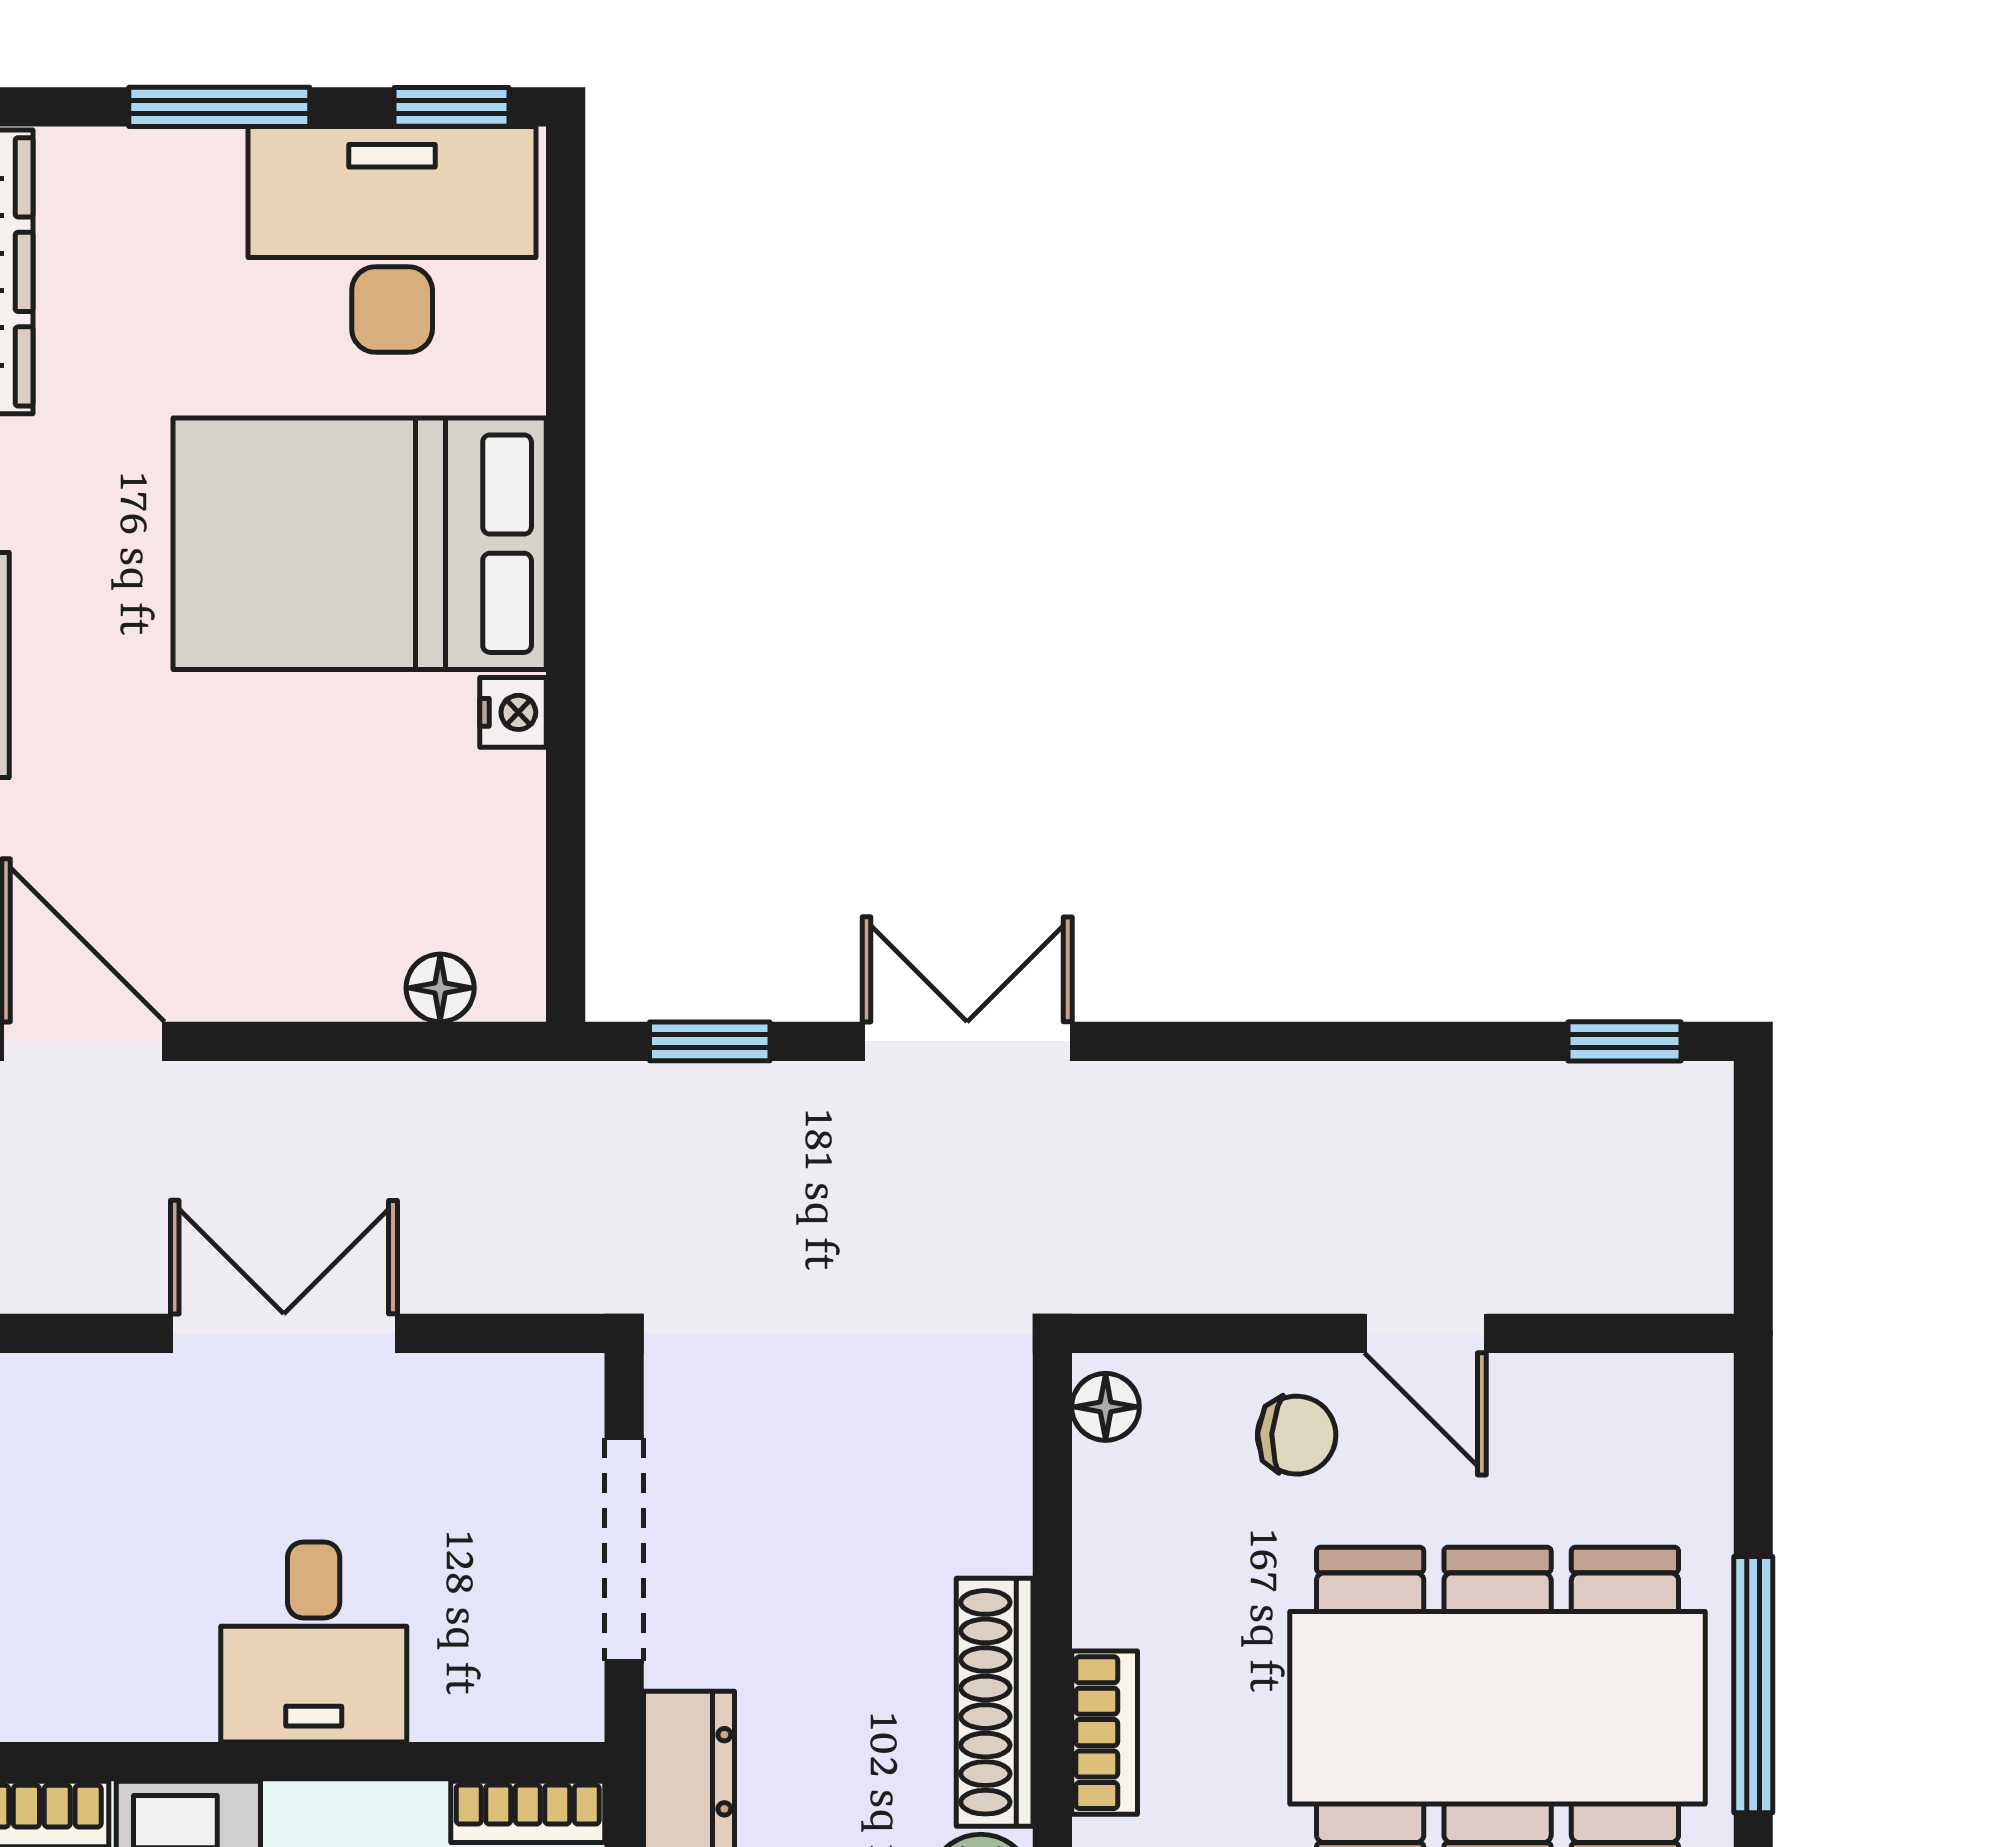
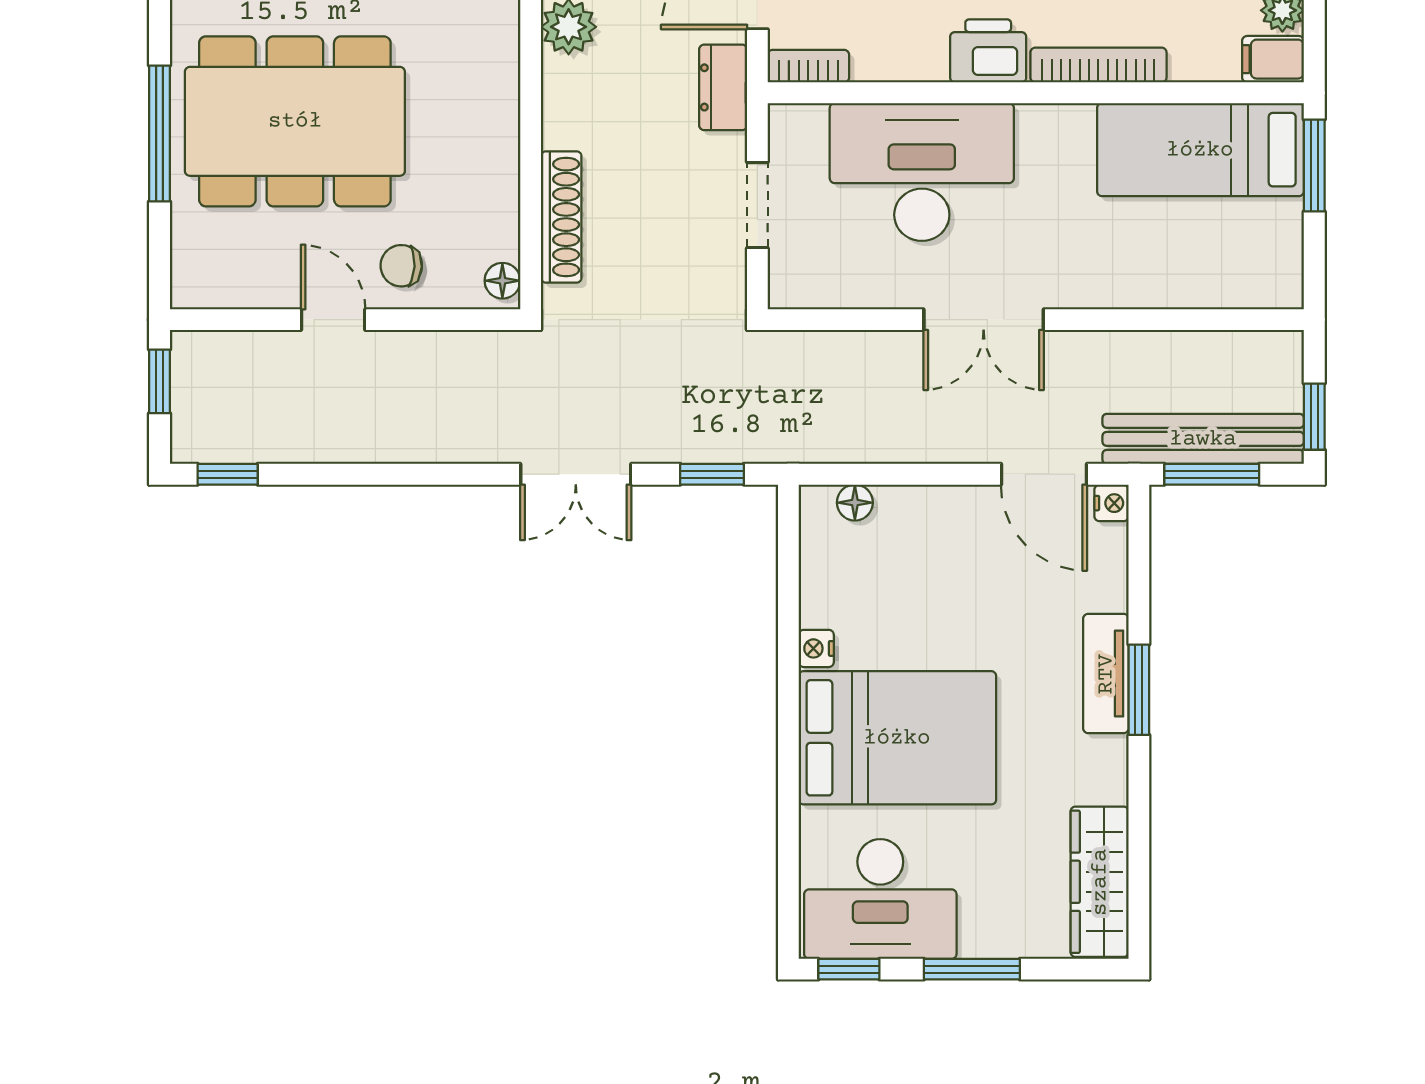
window: (1753, 1217) -> (159, 381), added
double door: (284, 1333) -> (984, 320), moved
doorway: (624, 1550) -> (757, 205), width x0.73
desk: (314, 1642) -> (922, 172), width x1.87, depth x1.30
shoe rack: (995, 1702) -> (561, 217), moved
bookcase: (1105, 1733) -> (503, 108), removed

